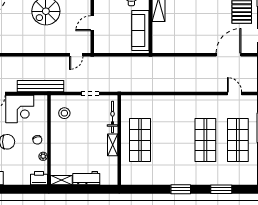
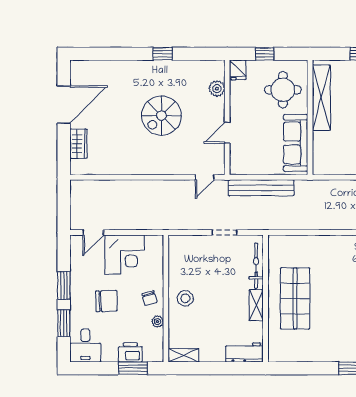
bench: (41, 86) -> (261, 188), moved
stool: (64, 113) -> (185, 298), moved
printer: (39, 178) -> (130, 352), moved
workbench: (86, 178) -> (244, 352), moved
window: (26, 189) -> (133, 368), added

